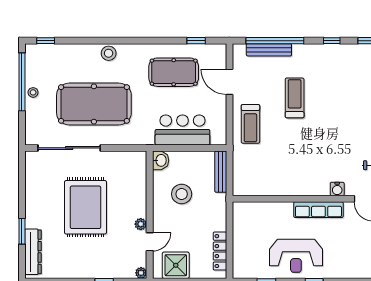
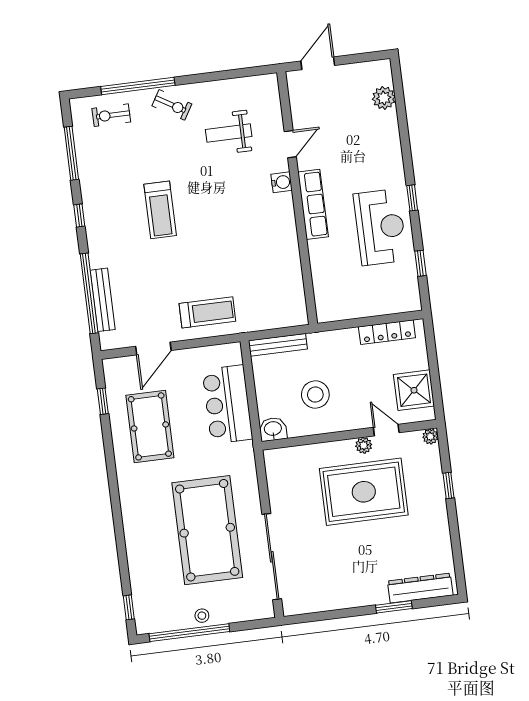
stool: (109, 53) -> (135, 519), removed
treadmill: (295, 98) -> (160, 210), moved, turned -90
rug: (86, 207) -> (364, 492), moved

